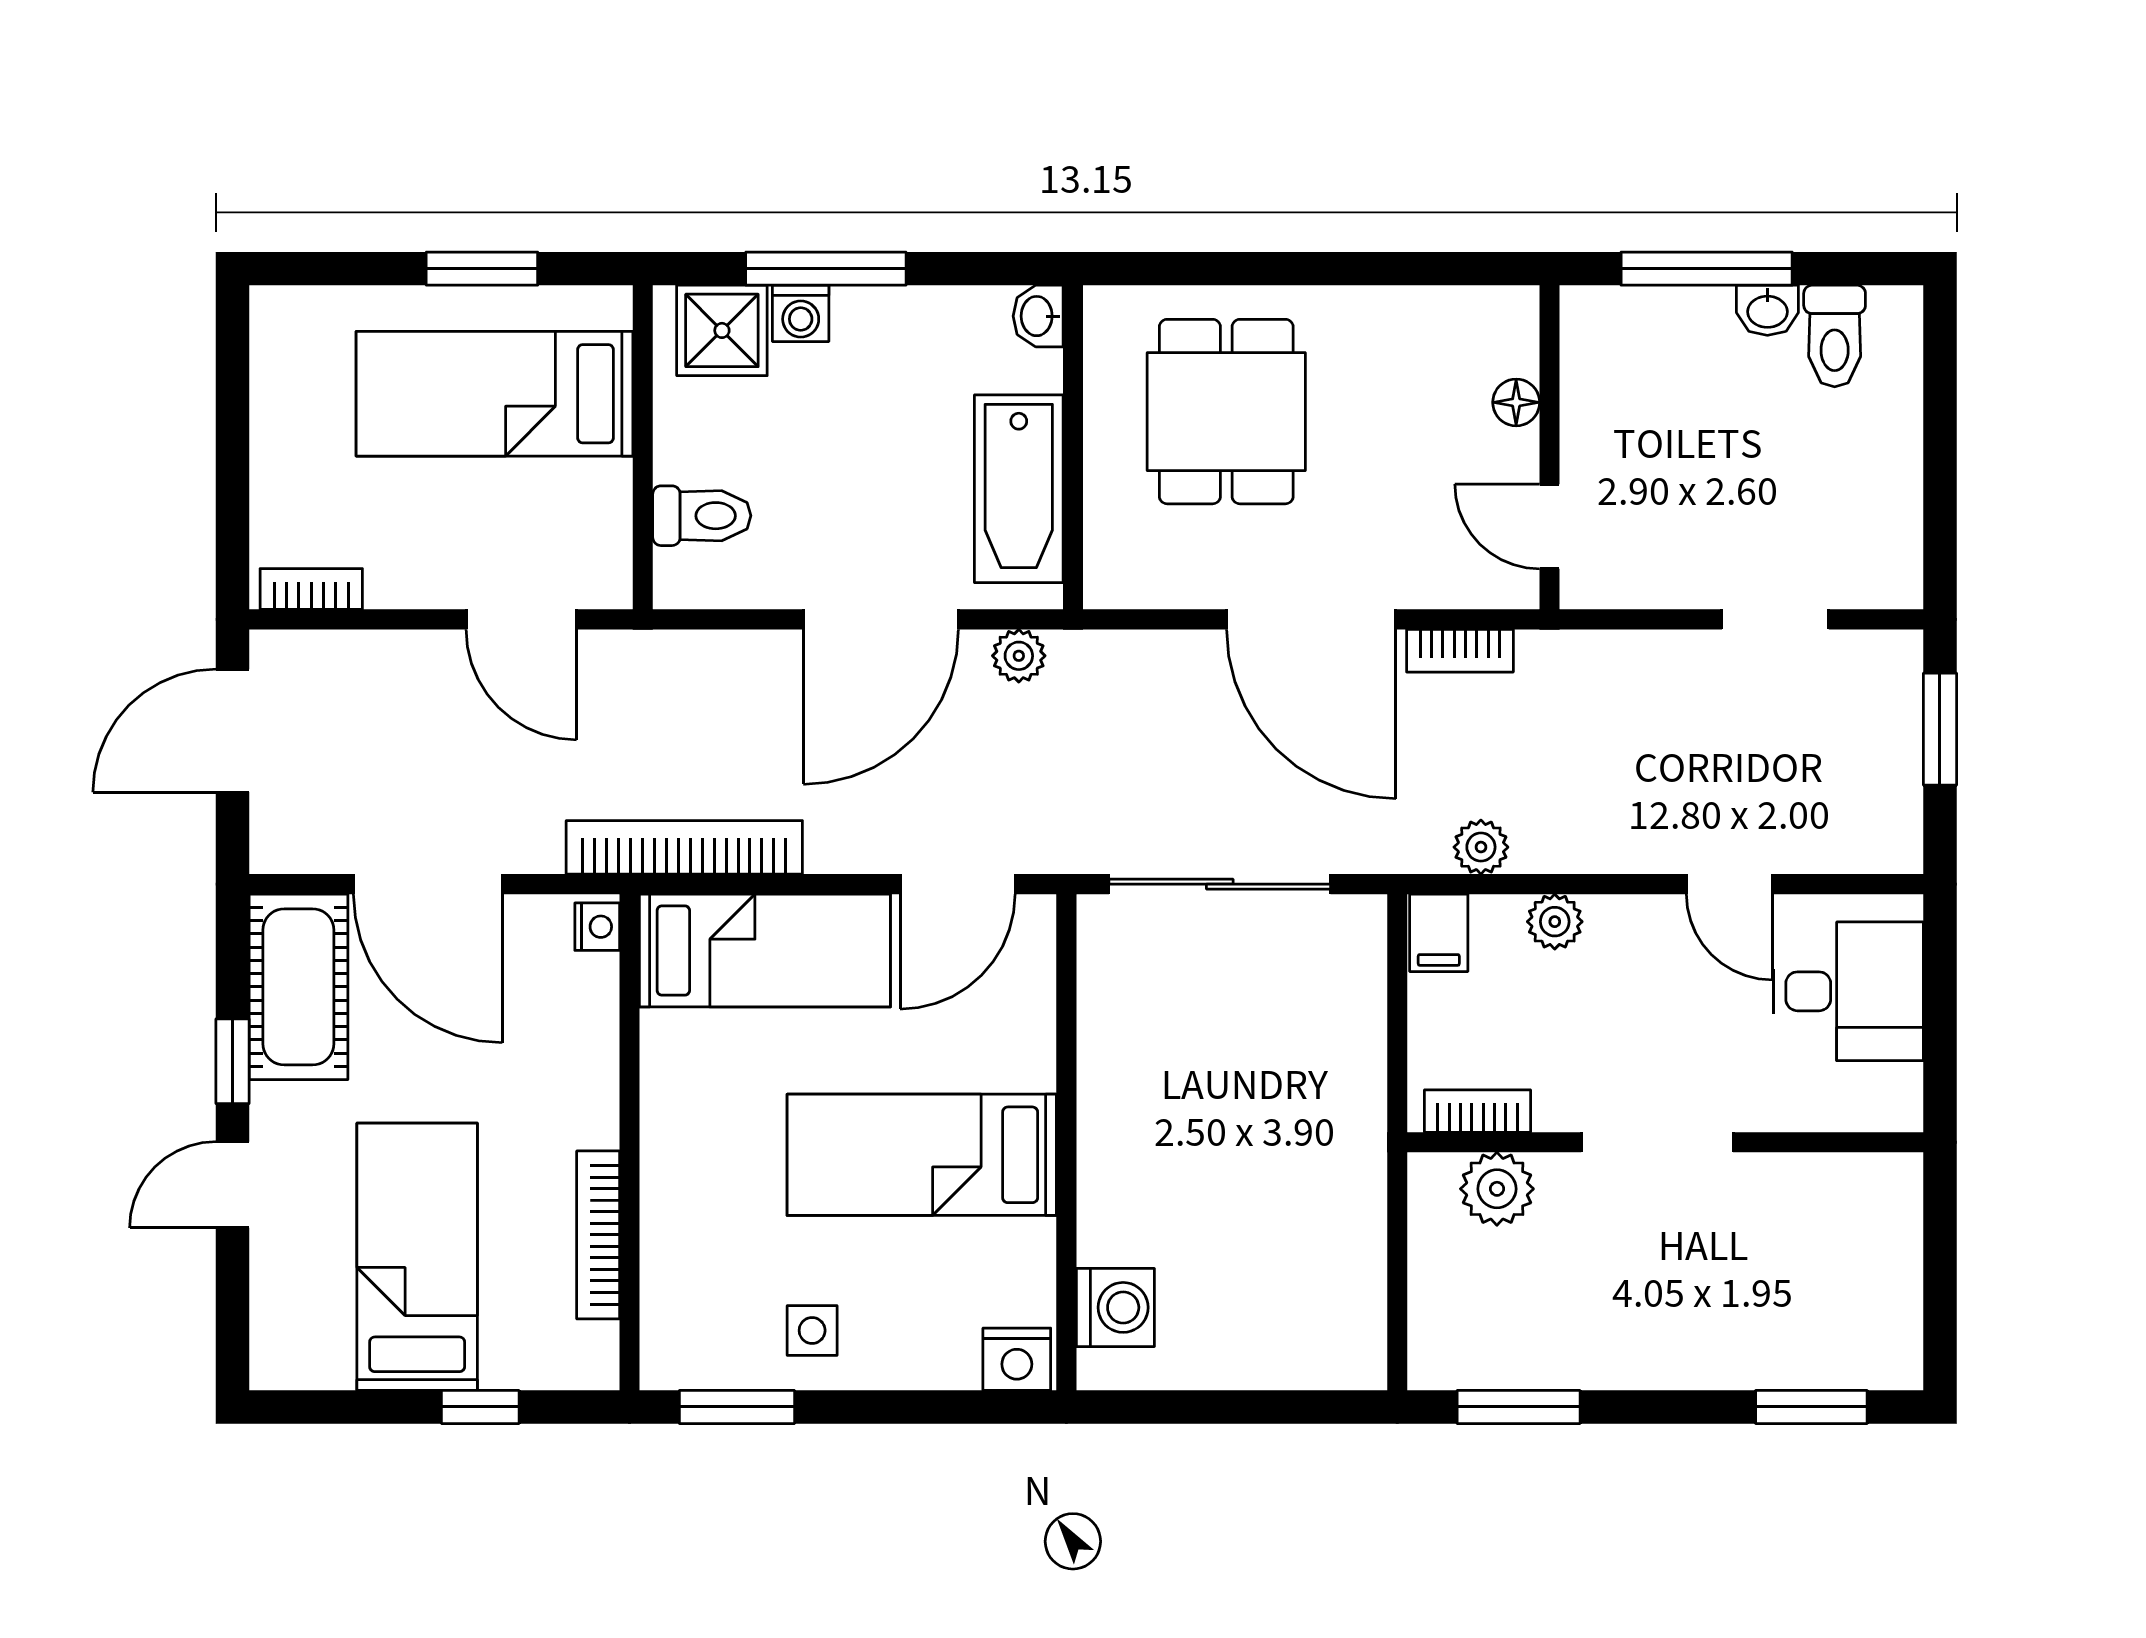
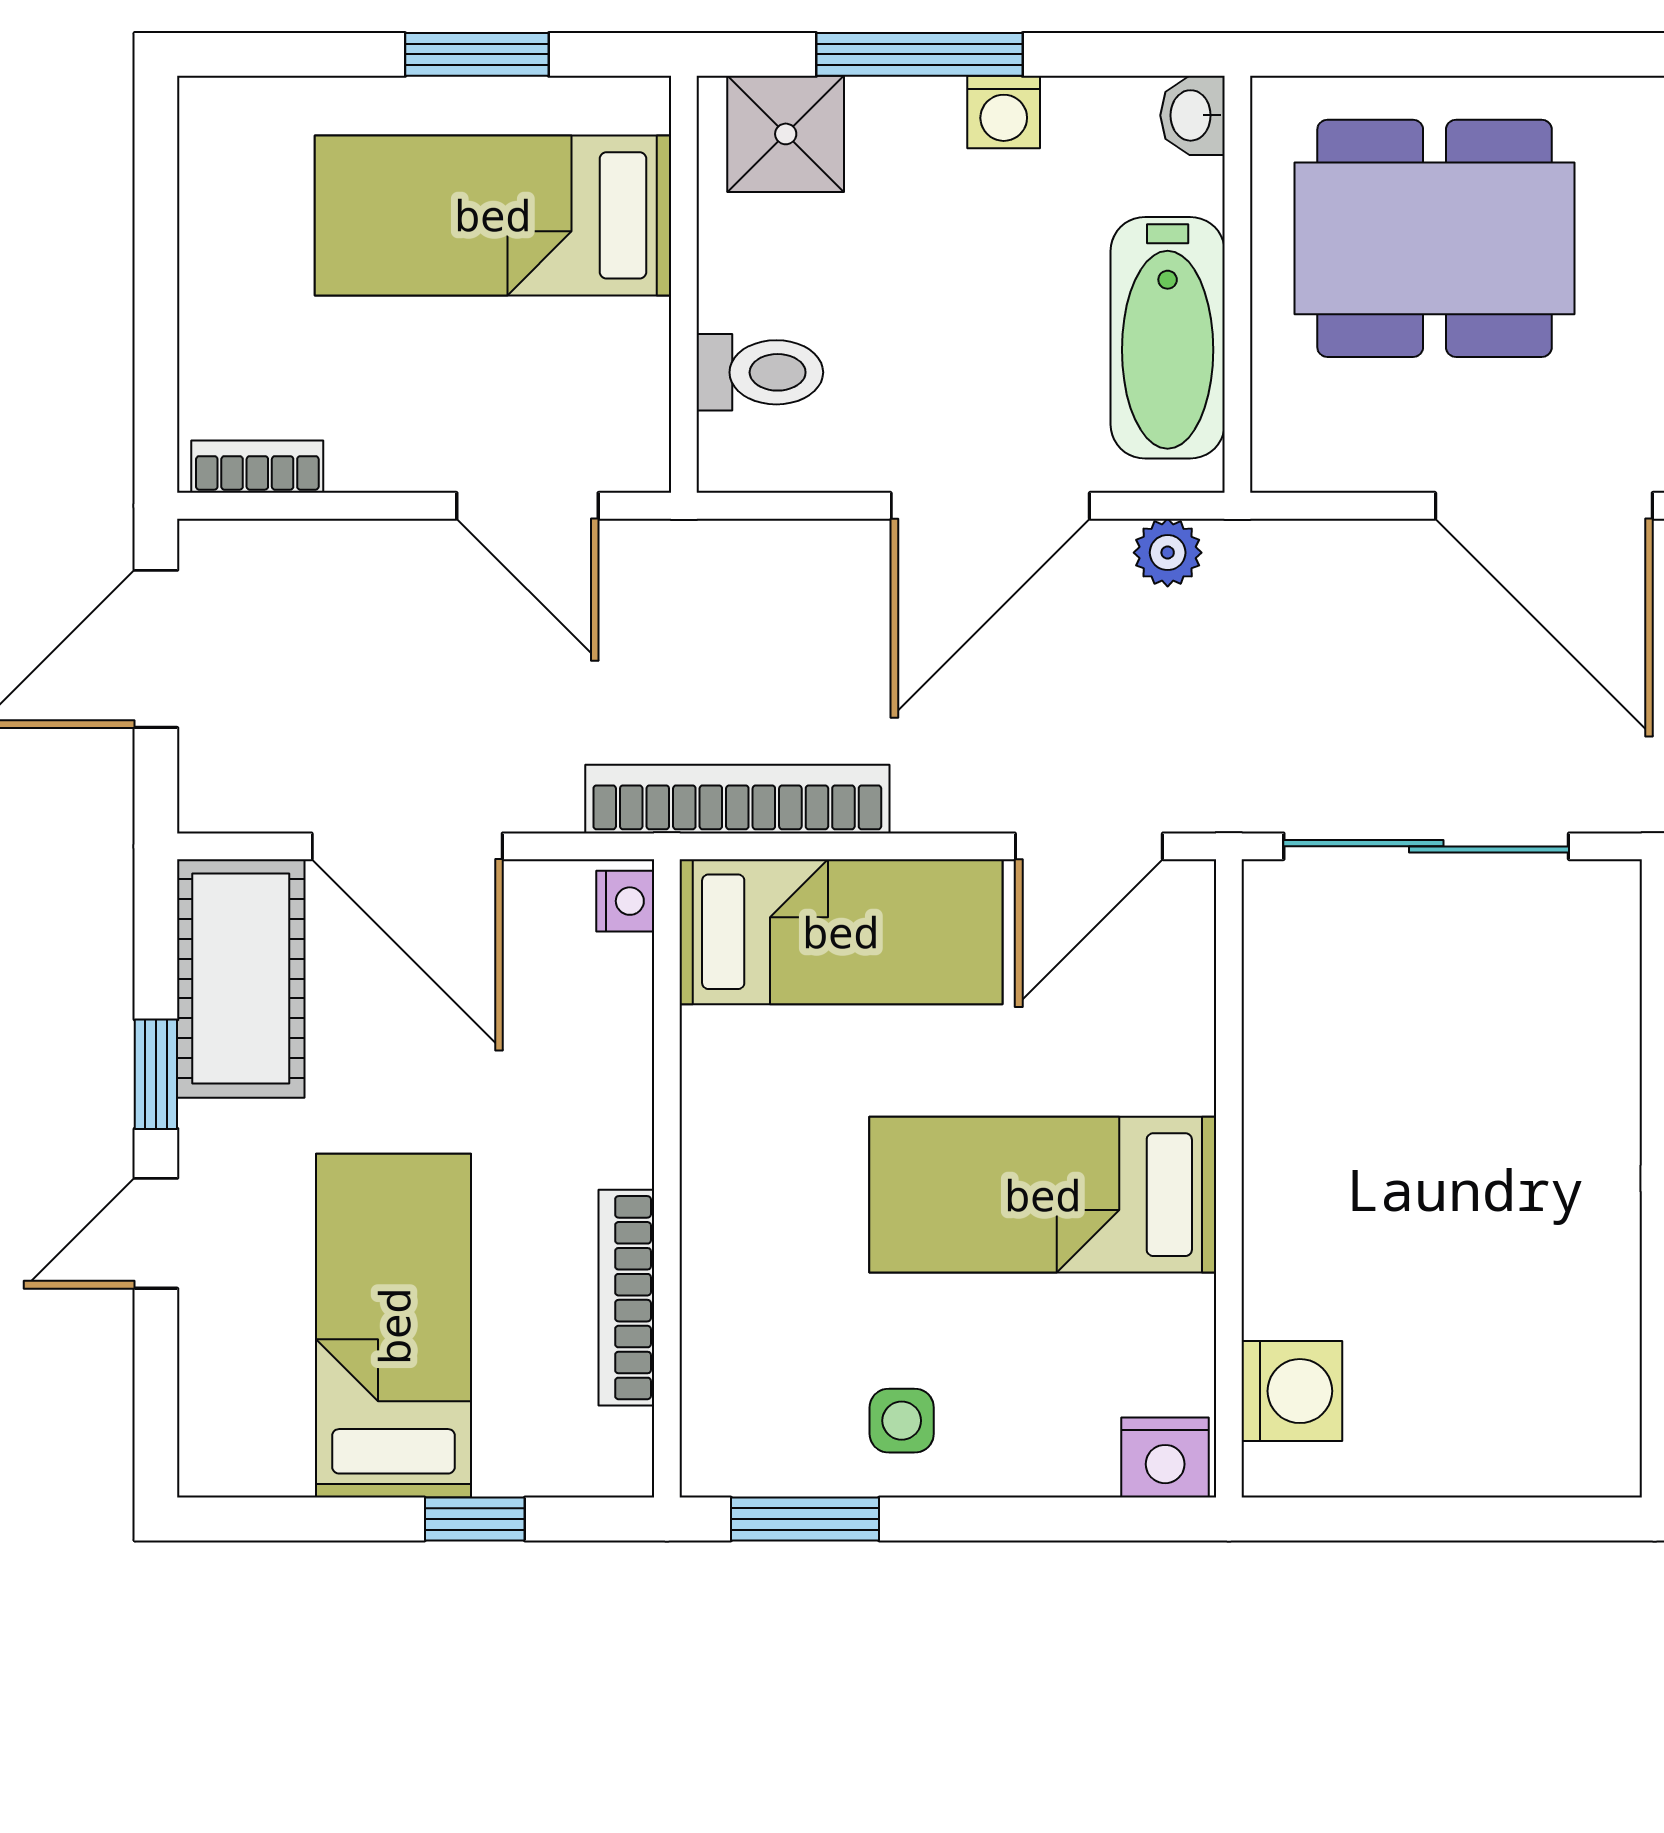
washing machine: (801, 313) -> (1004, 112), moved
dining table: (1226, 412) -> (1435, 238), width x1.38

